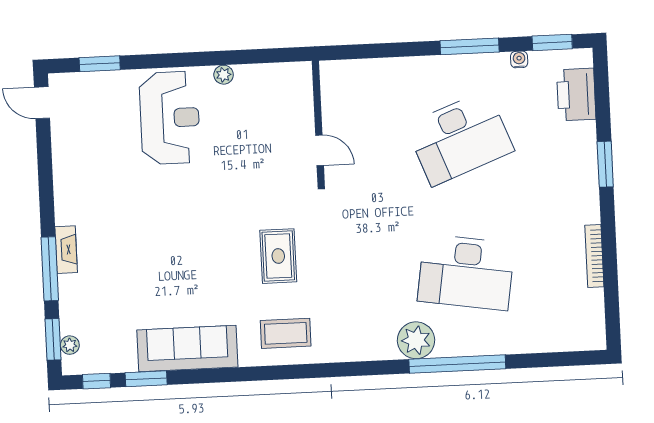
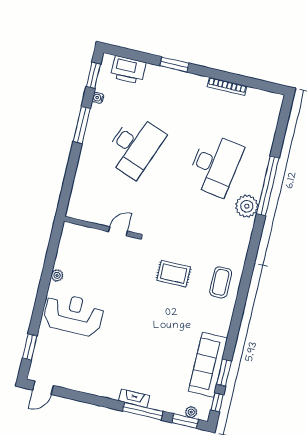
desk: (460, 138) -> (134, 146), turned 42
sofa: (187, 349) -> (208, 365), moved

